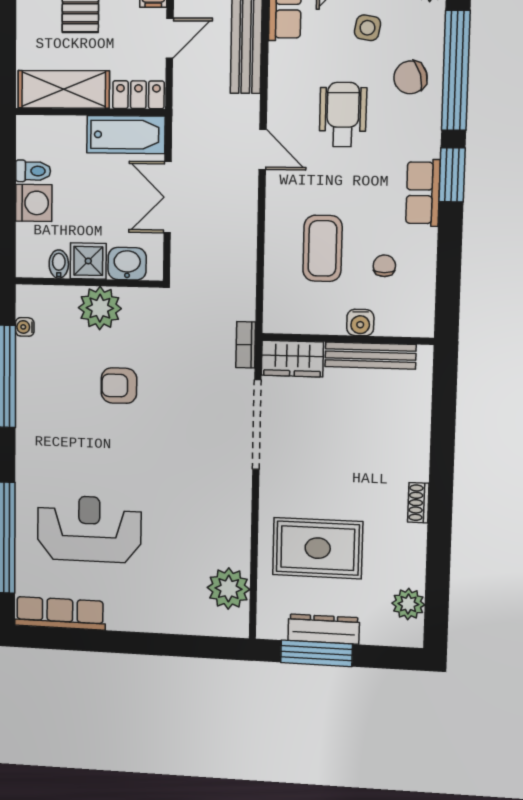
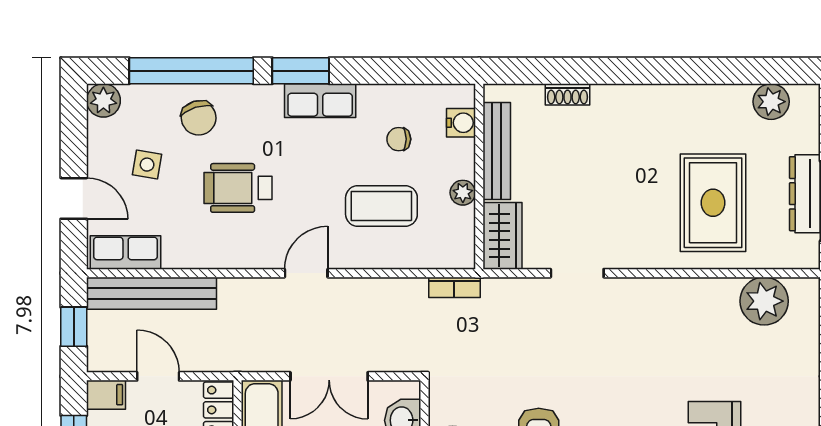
door: (263, 149) -> (306, 273), moved
water cooler: (360, 323) -> (461, 123), moved
plant: (333, 324) -> (463, 193), added
bookcase: (246, 345) -> (454, 287), moved
doorway: (257, 425) -> (577, 273), width x0.53
shoe rack: (418, 503) -> (568, 94), moved

